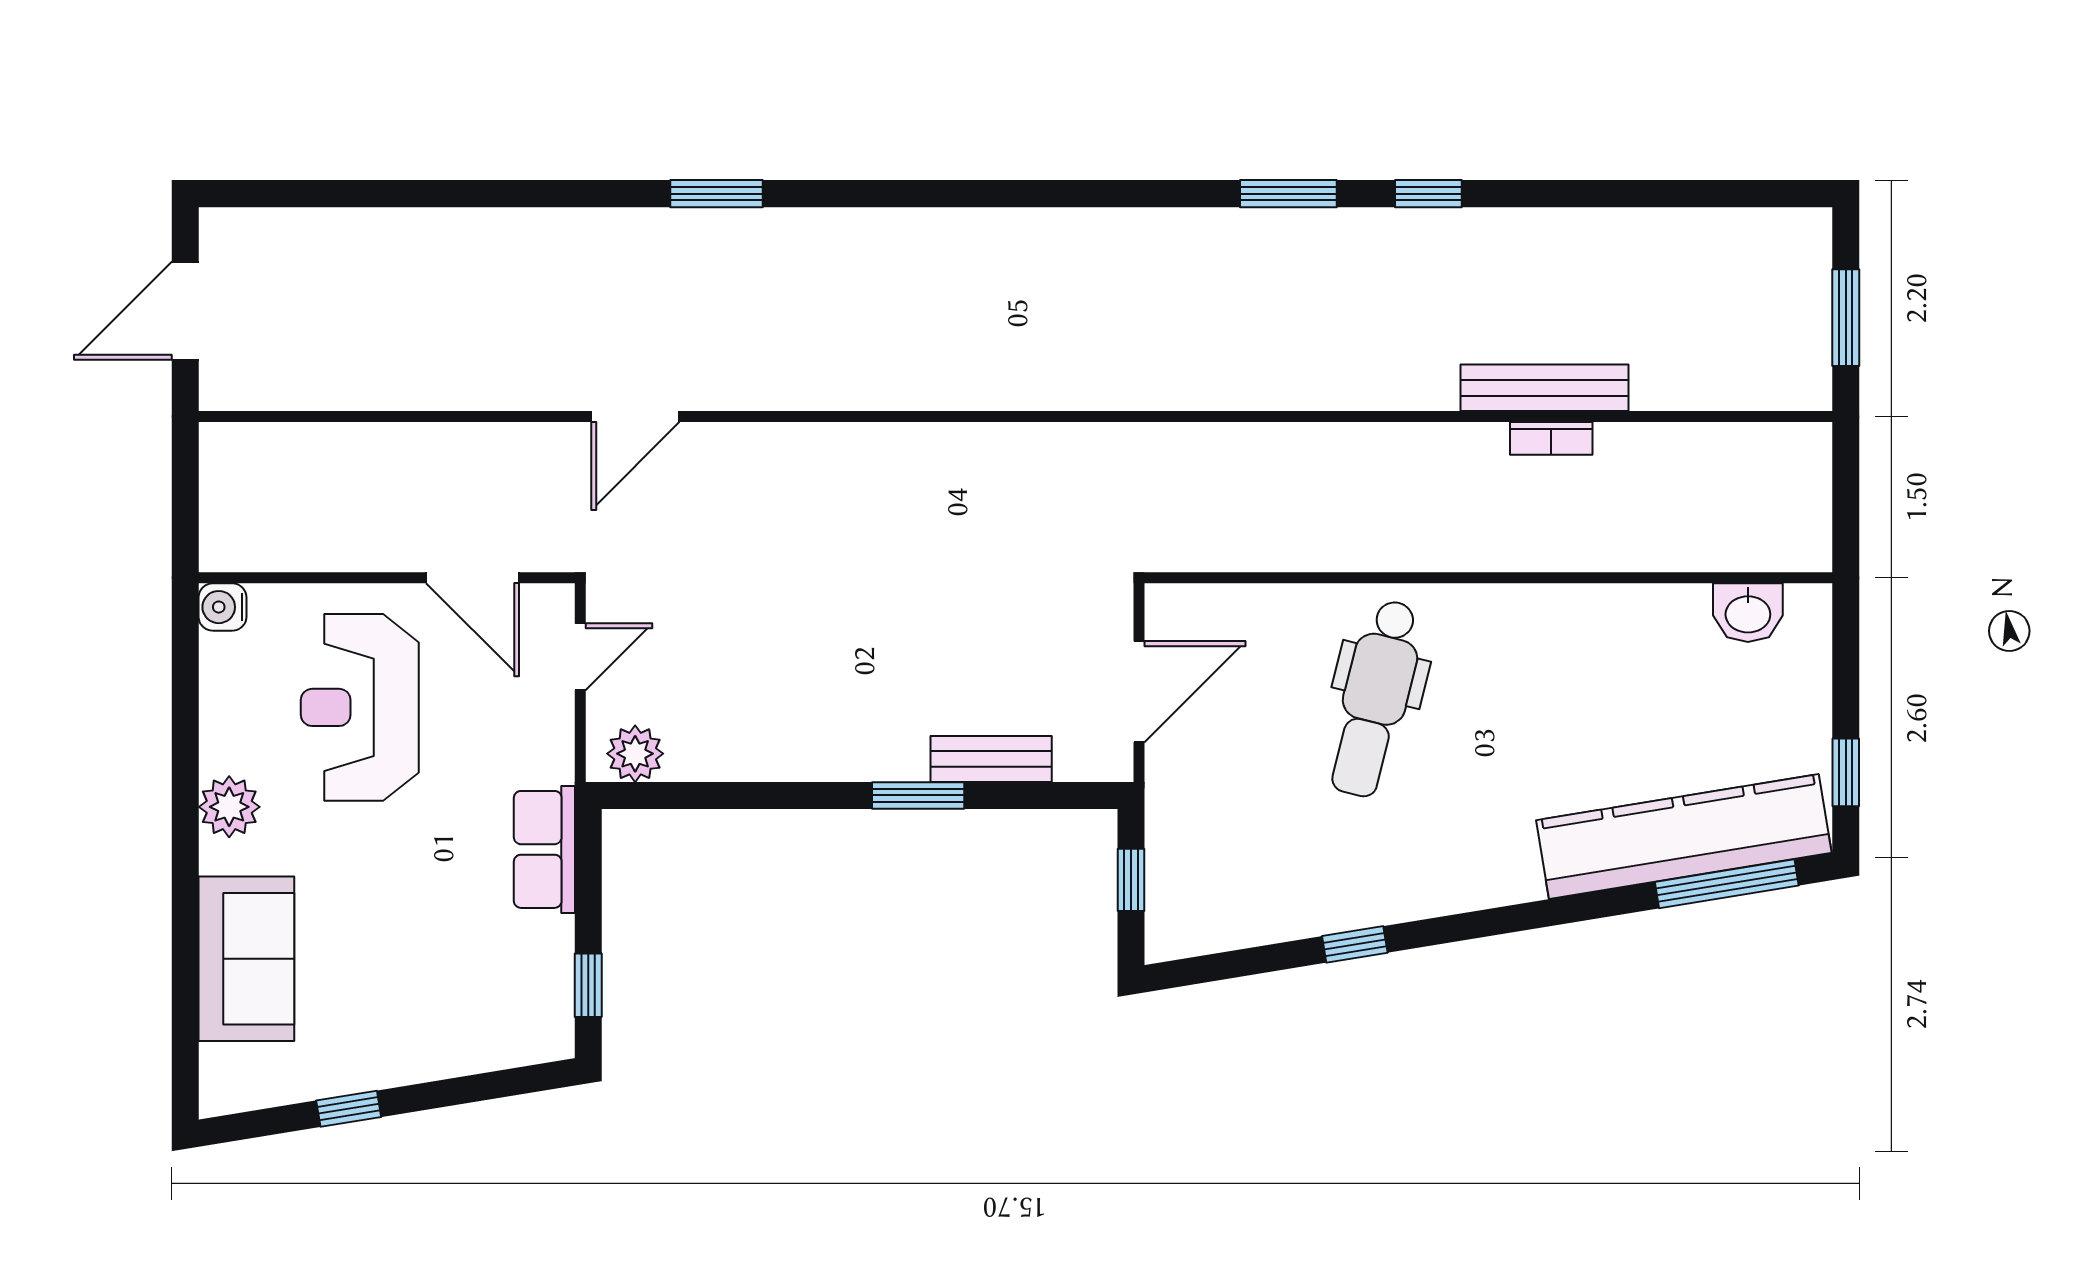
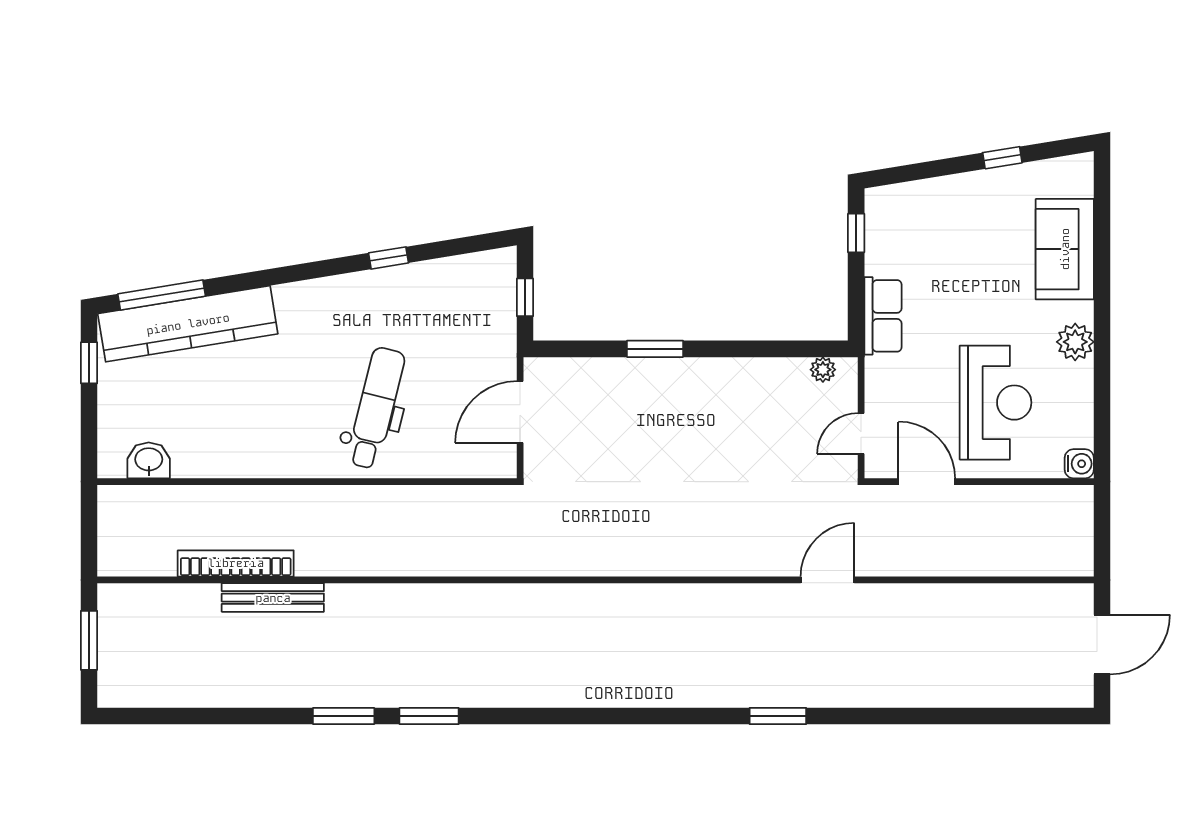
window: (1428, 194) -> (344, 716), width x1.50
bookcase: (1551, 438) -> (236, 563), width x2.31, depth x1.31
plant: (635, 754) -> (823, 370), width x0.73, depth x0.73
bench: (991, 759) -> (610, 371), removed

